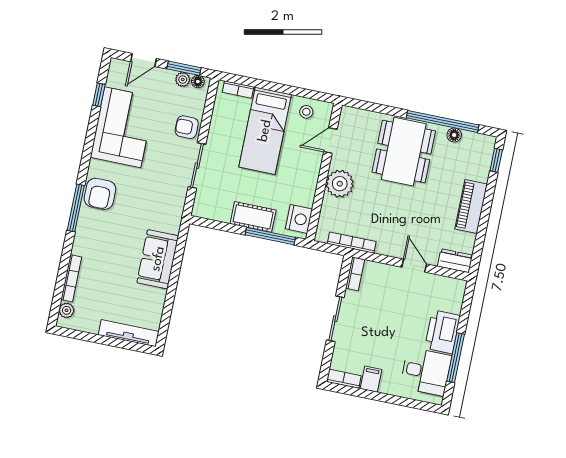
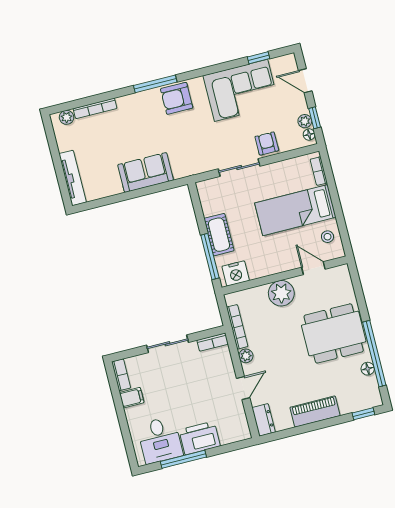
window: (184, 68) -> (315, 118), width x0.67
plant: (384, 248) -> (246, 356), added

